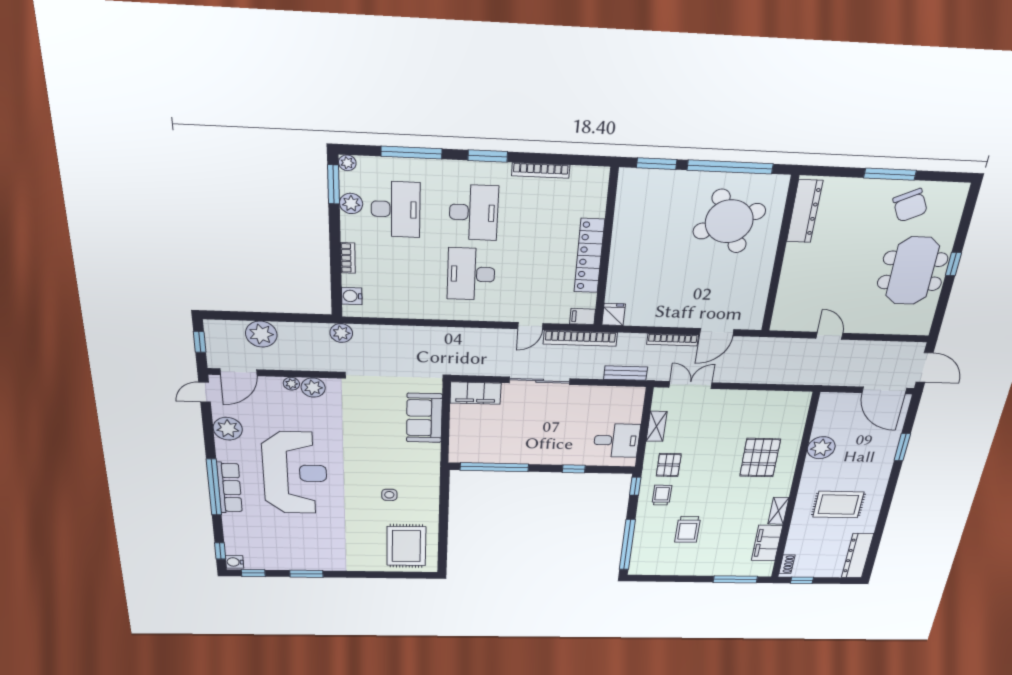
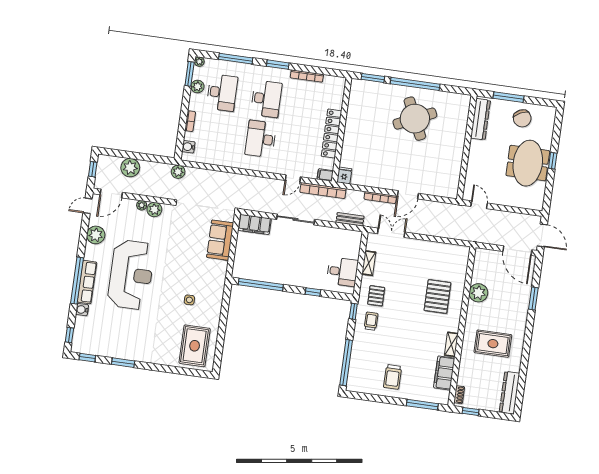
dresser: (805, 211) -> (481, 119), moved
wall: (780, 256) -> (467, 147), moved
trolley: (688, 529) -> (393, 377), moved
water cooler: (234, 562) -> (82, 310), moved

